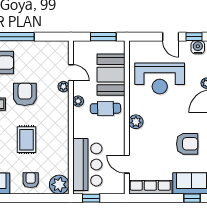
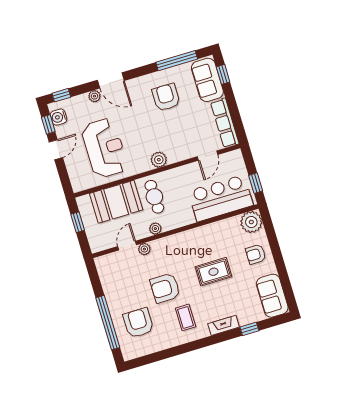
window: (103, 37) -> (78, 222), width x0.67

